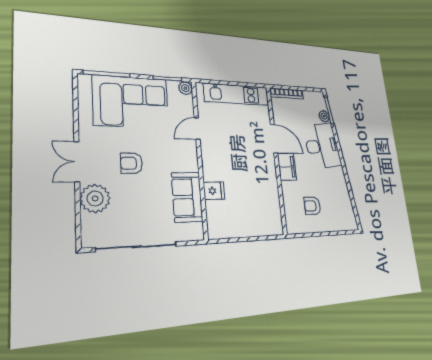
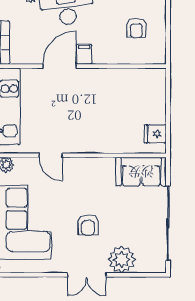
filing cabinet: (287, 167) -> (84, 54), width x0.50
fridge: (214, 191) -> (155, 134), moved, turned -90
sofa: (187, 197) -> (141, 172), moved

